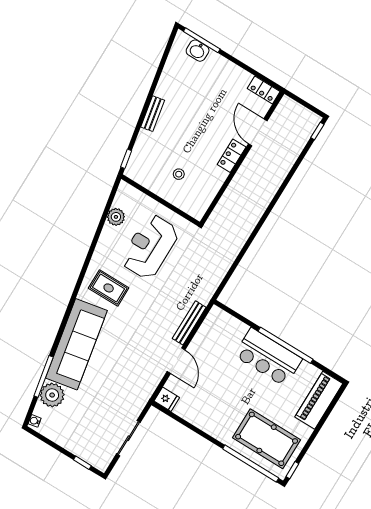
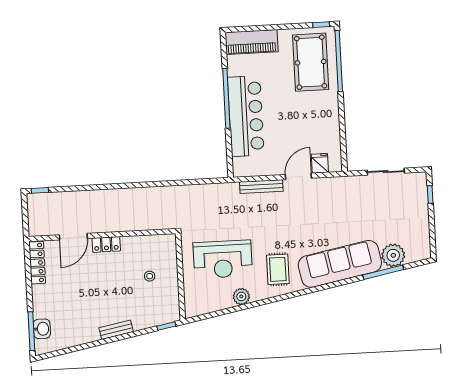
locker: (264, 90) -> (37, 263), width x1.53
plant: (116, 217) -> (241, 296), moved
bar counter: (268, 357) -> (246, 116), width x1.36
fridge: (167, 399) -> (320, 163), moved
water cooler: (35, 421) -> (423, 255), removed

